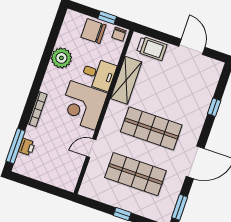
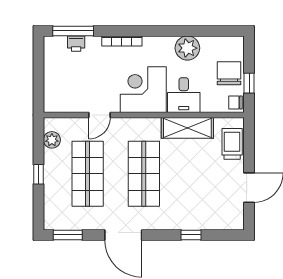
trolley: (152, 48) -> (232, 144), turned 180
door: (91, 148) -> (99, 115), swing flipped
plant: (98, 194) -> (52, 140), added

